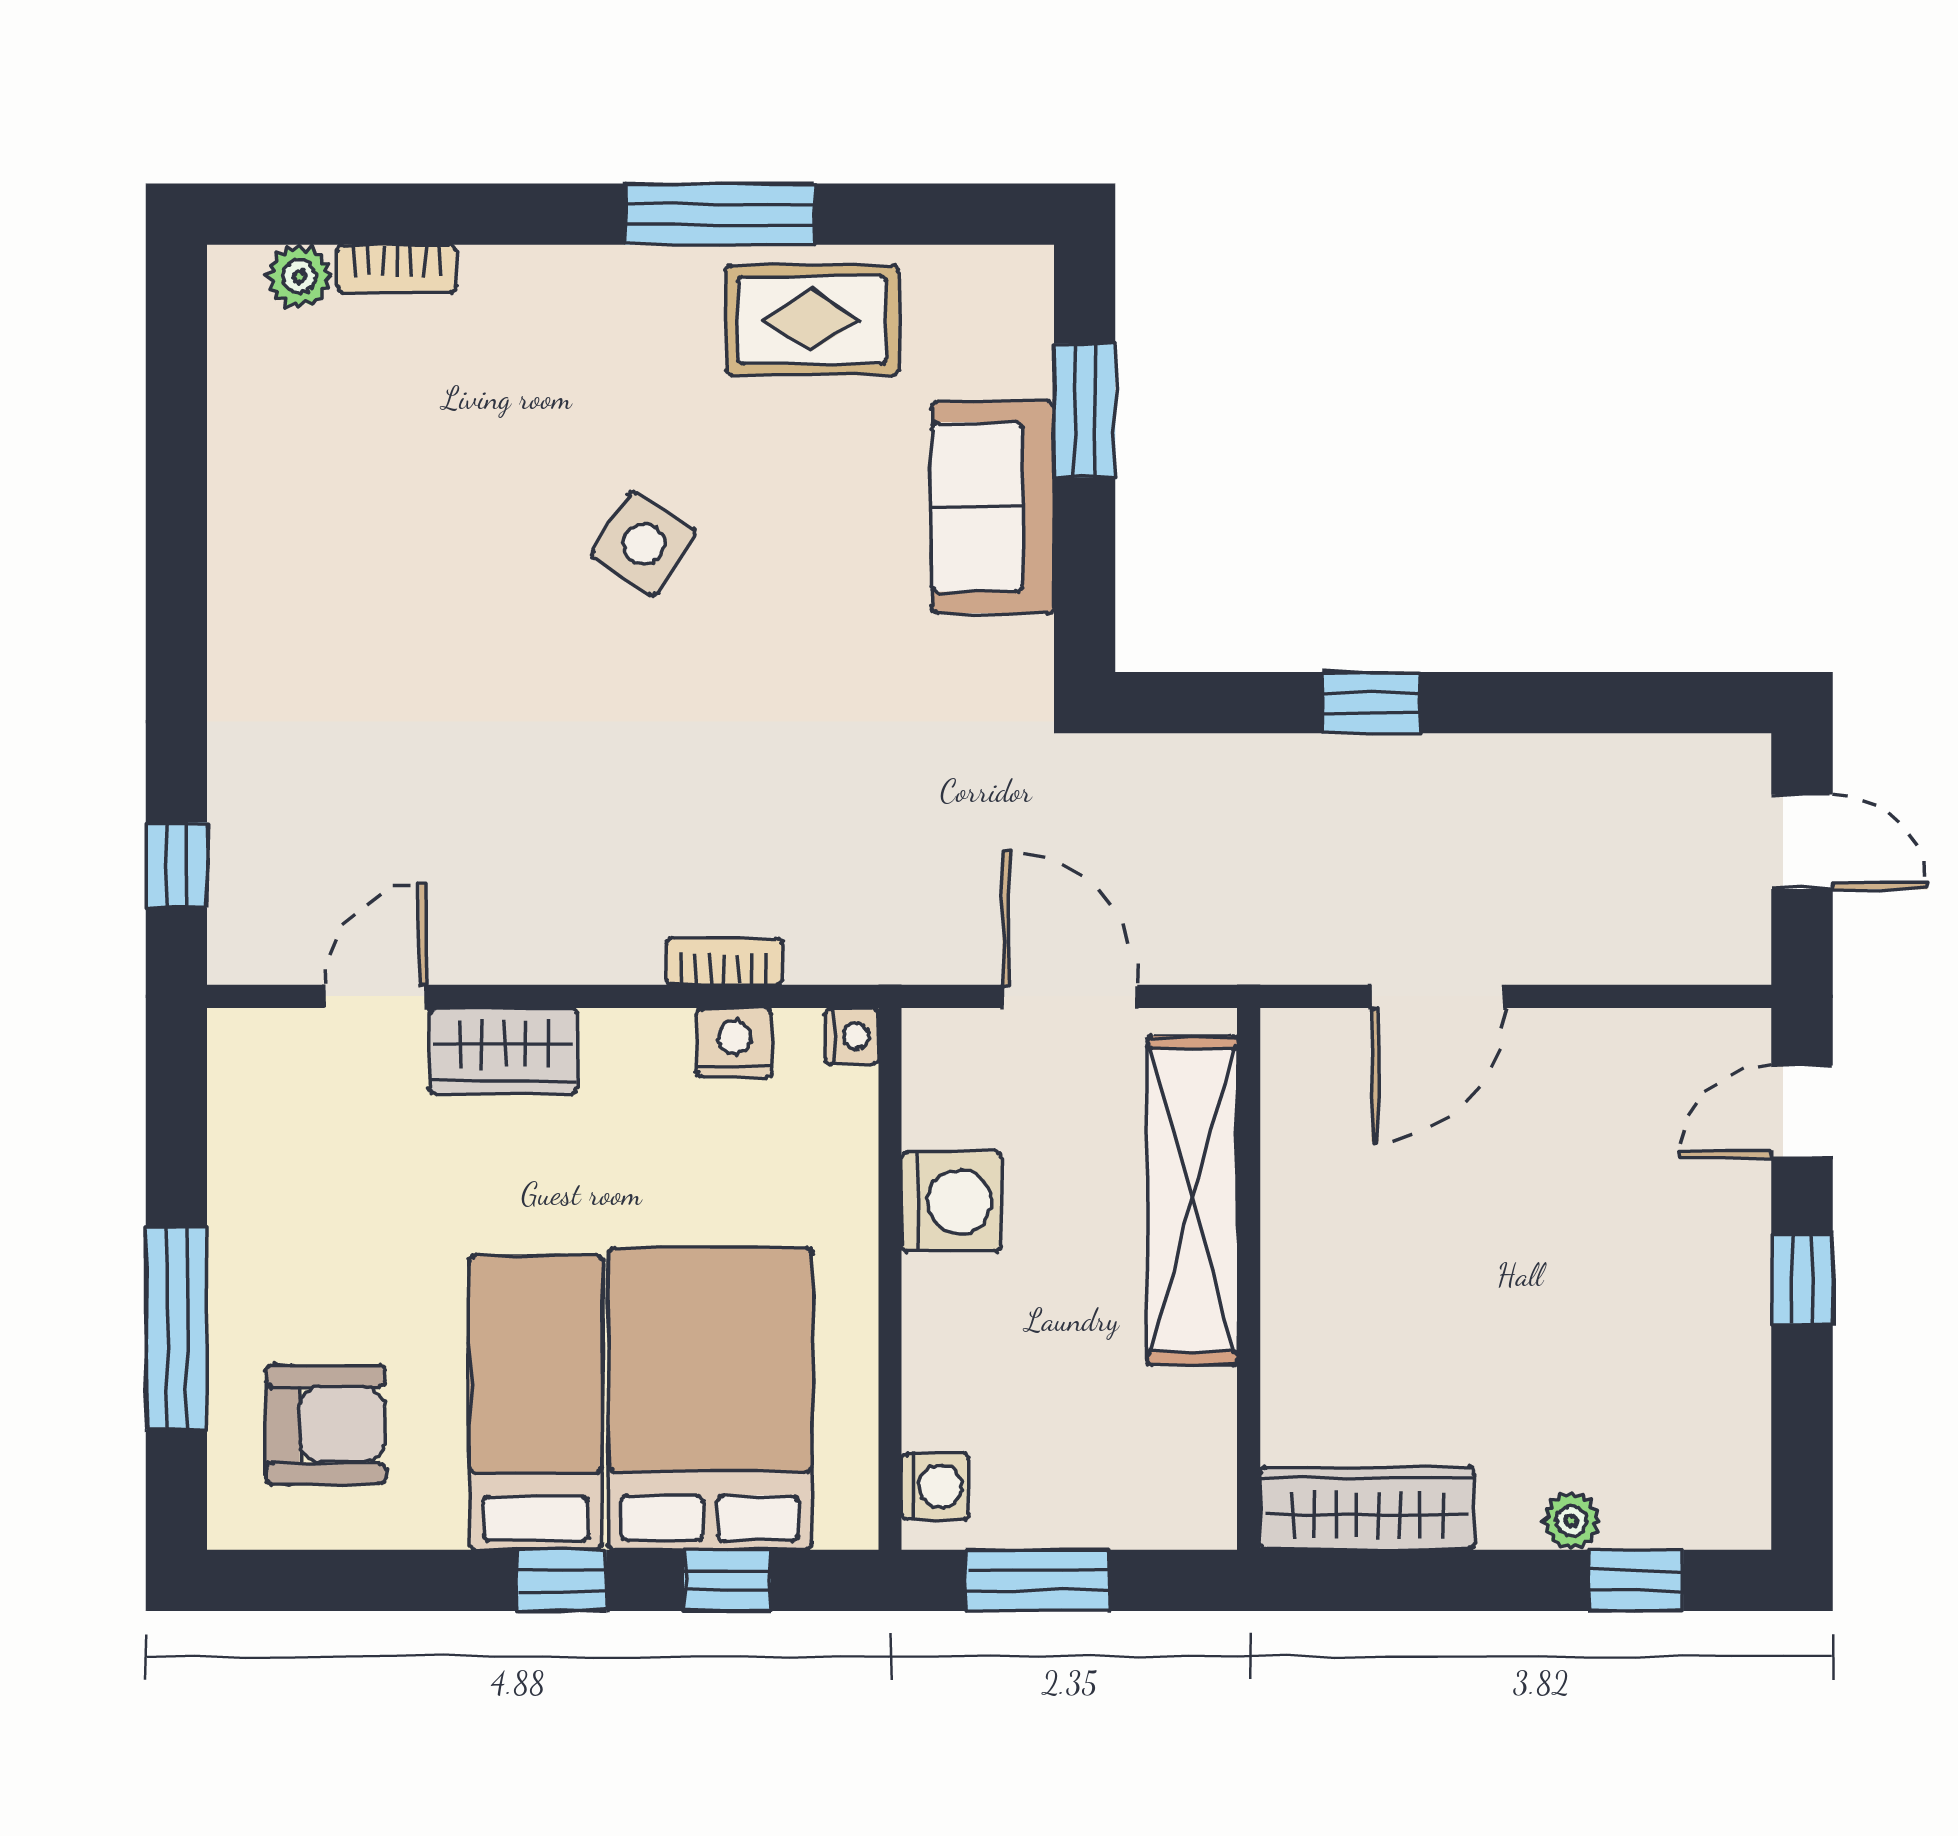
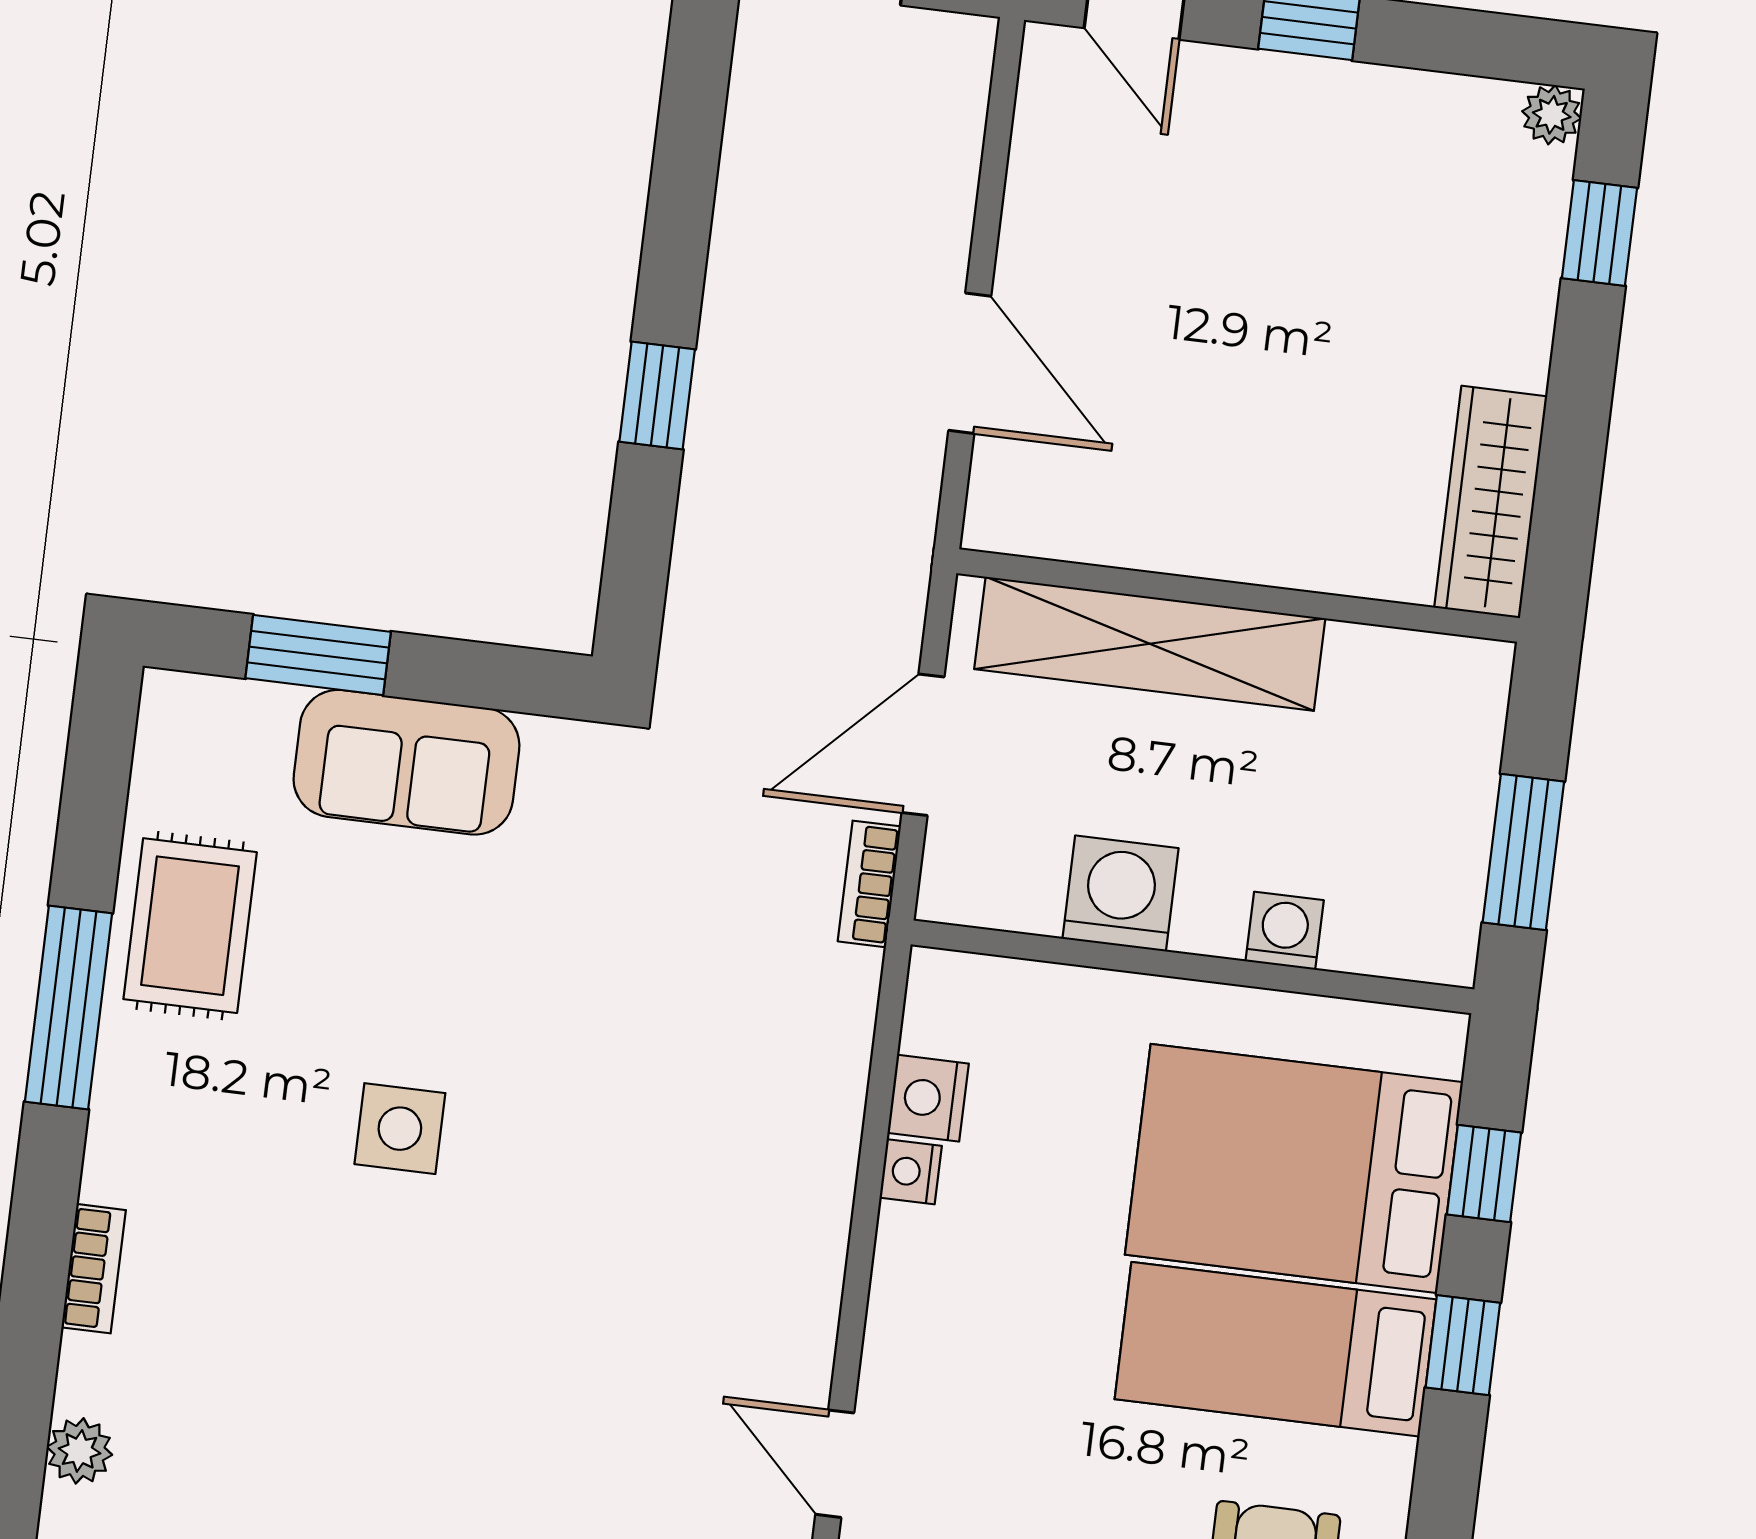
bookcase: (397, 268) -> (94, 1269), moved
side table: (644, 544) -> (400, 1129), turned -33
bookcase: (724, 962) -> (869, 884), moved
nightstand: (852, 1036) -> (911, 1172), moved, turned -90
wardrobe: (504, 1051) -> (907, 1338), removed
washing machine: (935, 1486) -> (1285, 931), moved
plant: (1571, 1521) -> (1552, 115), moved

